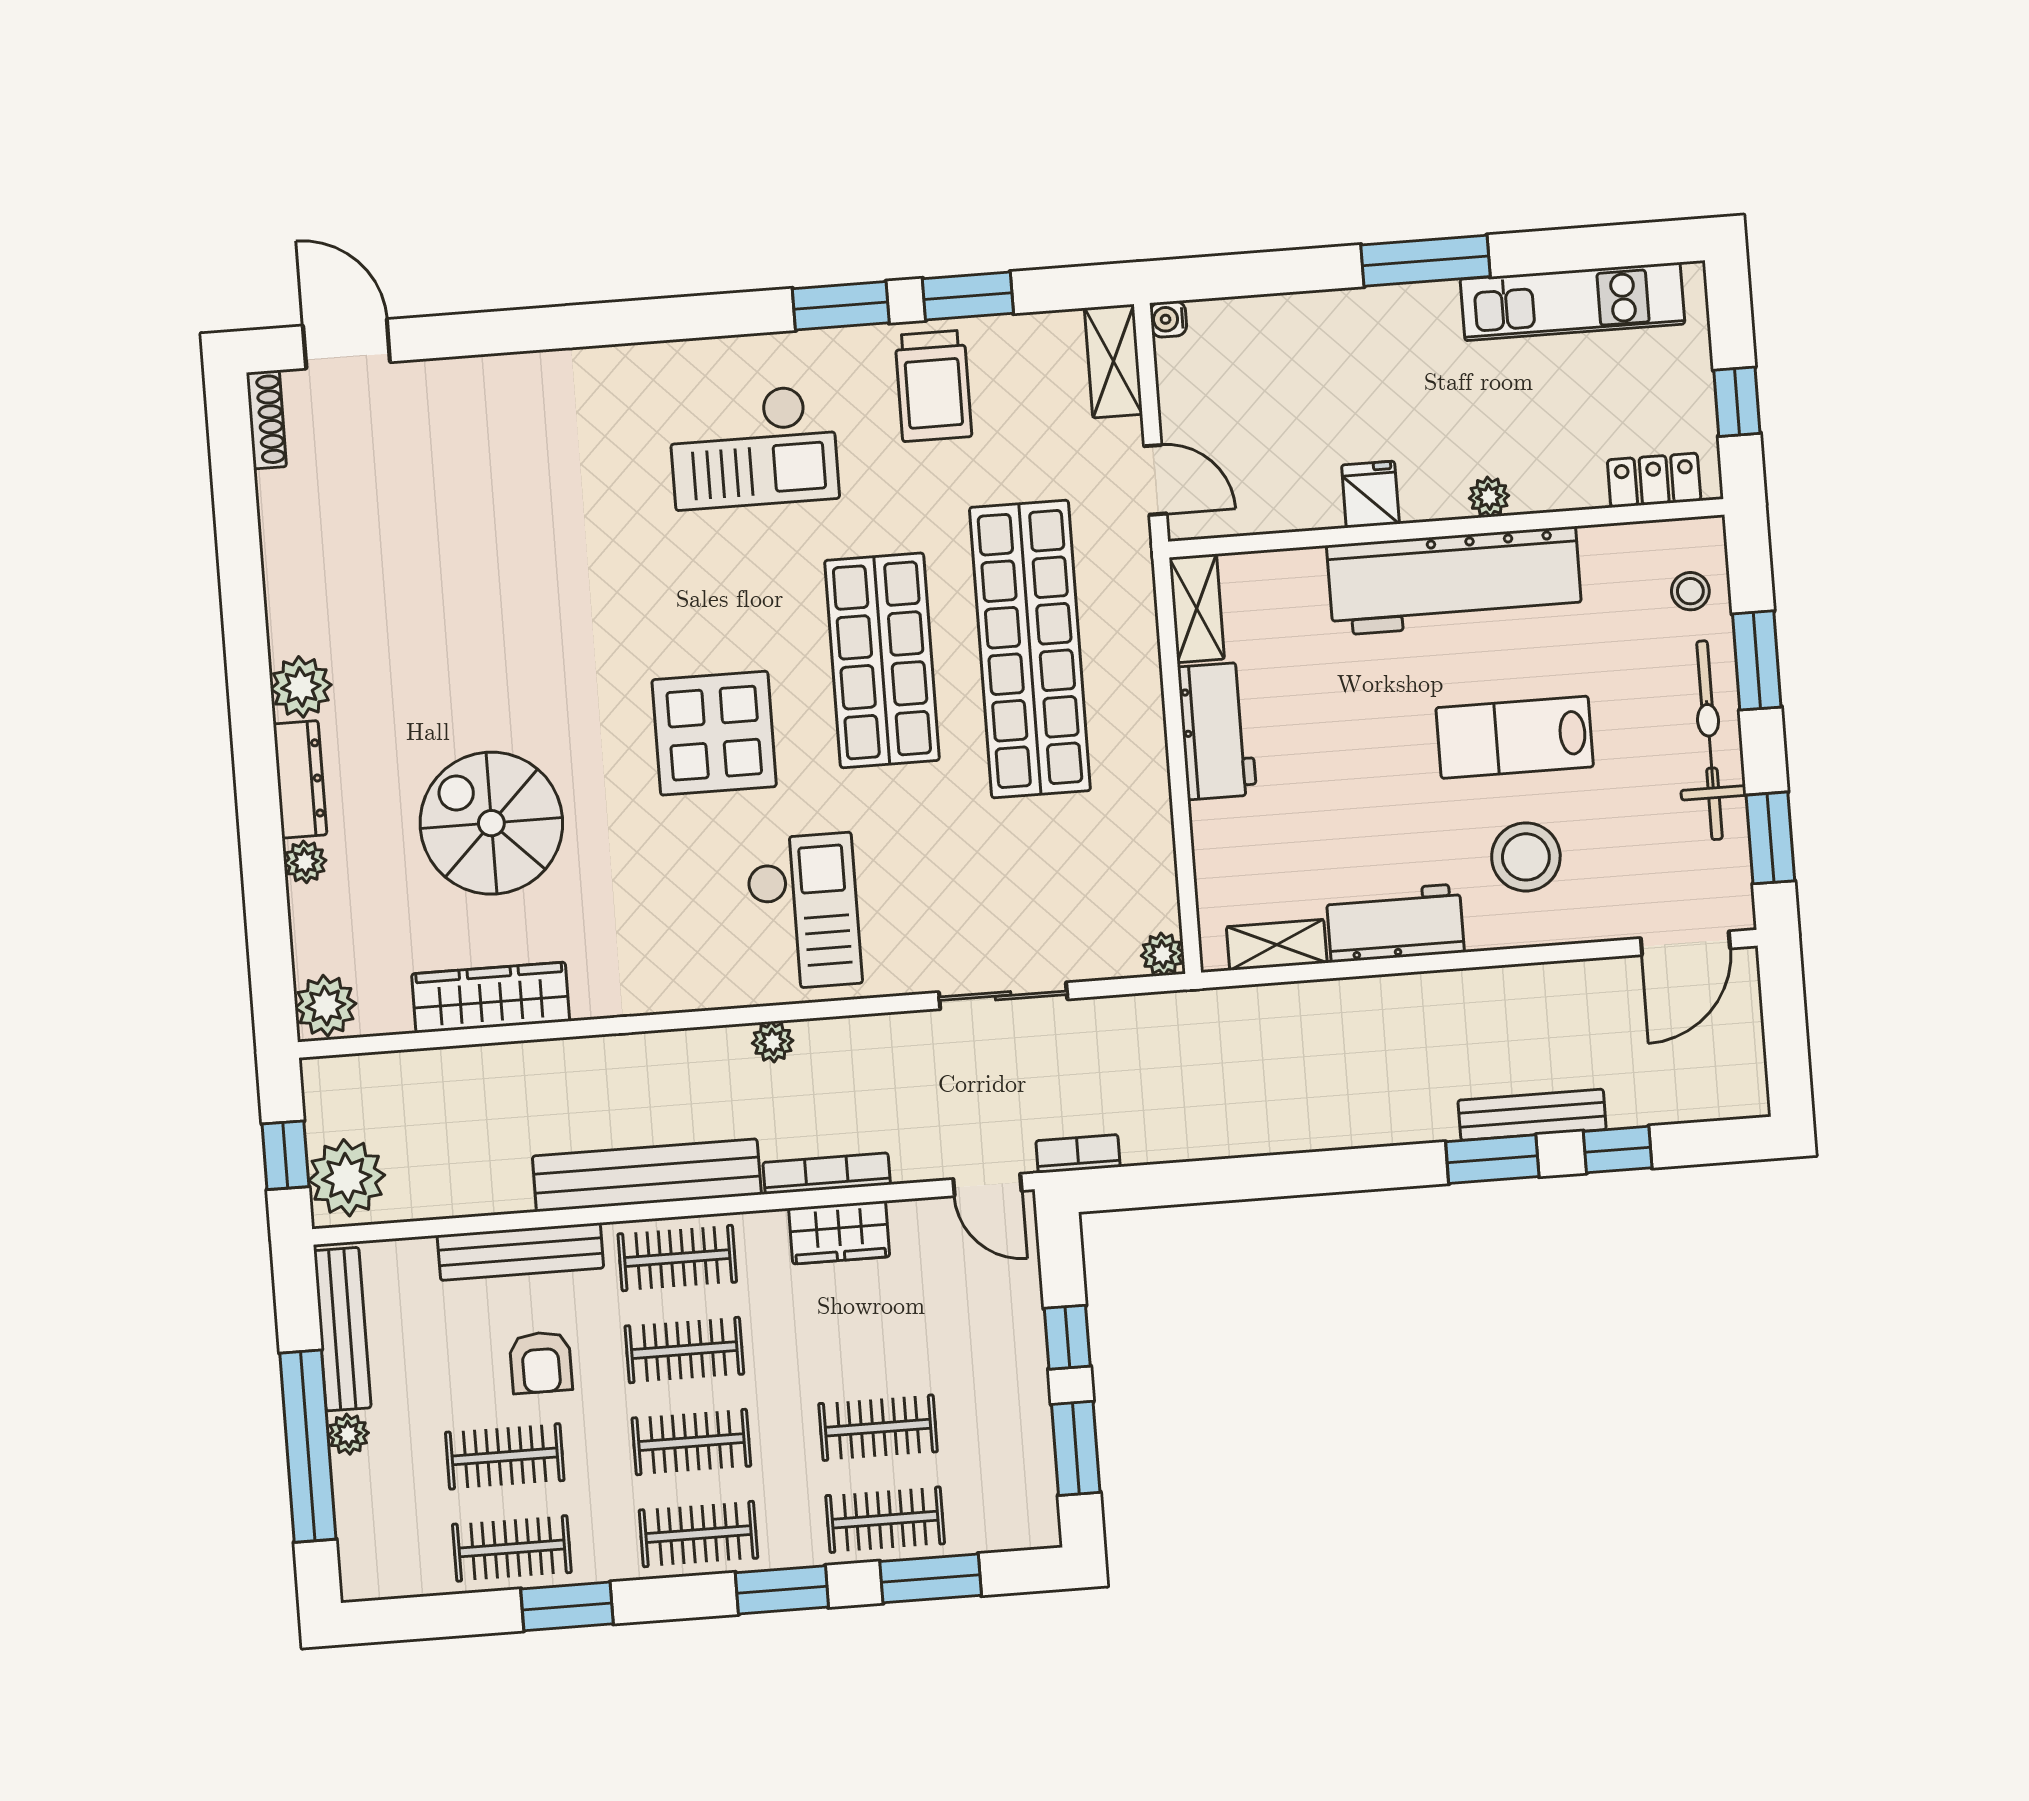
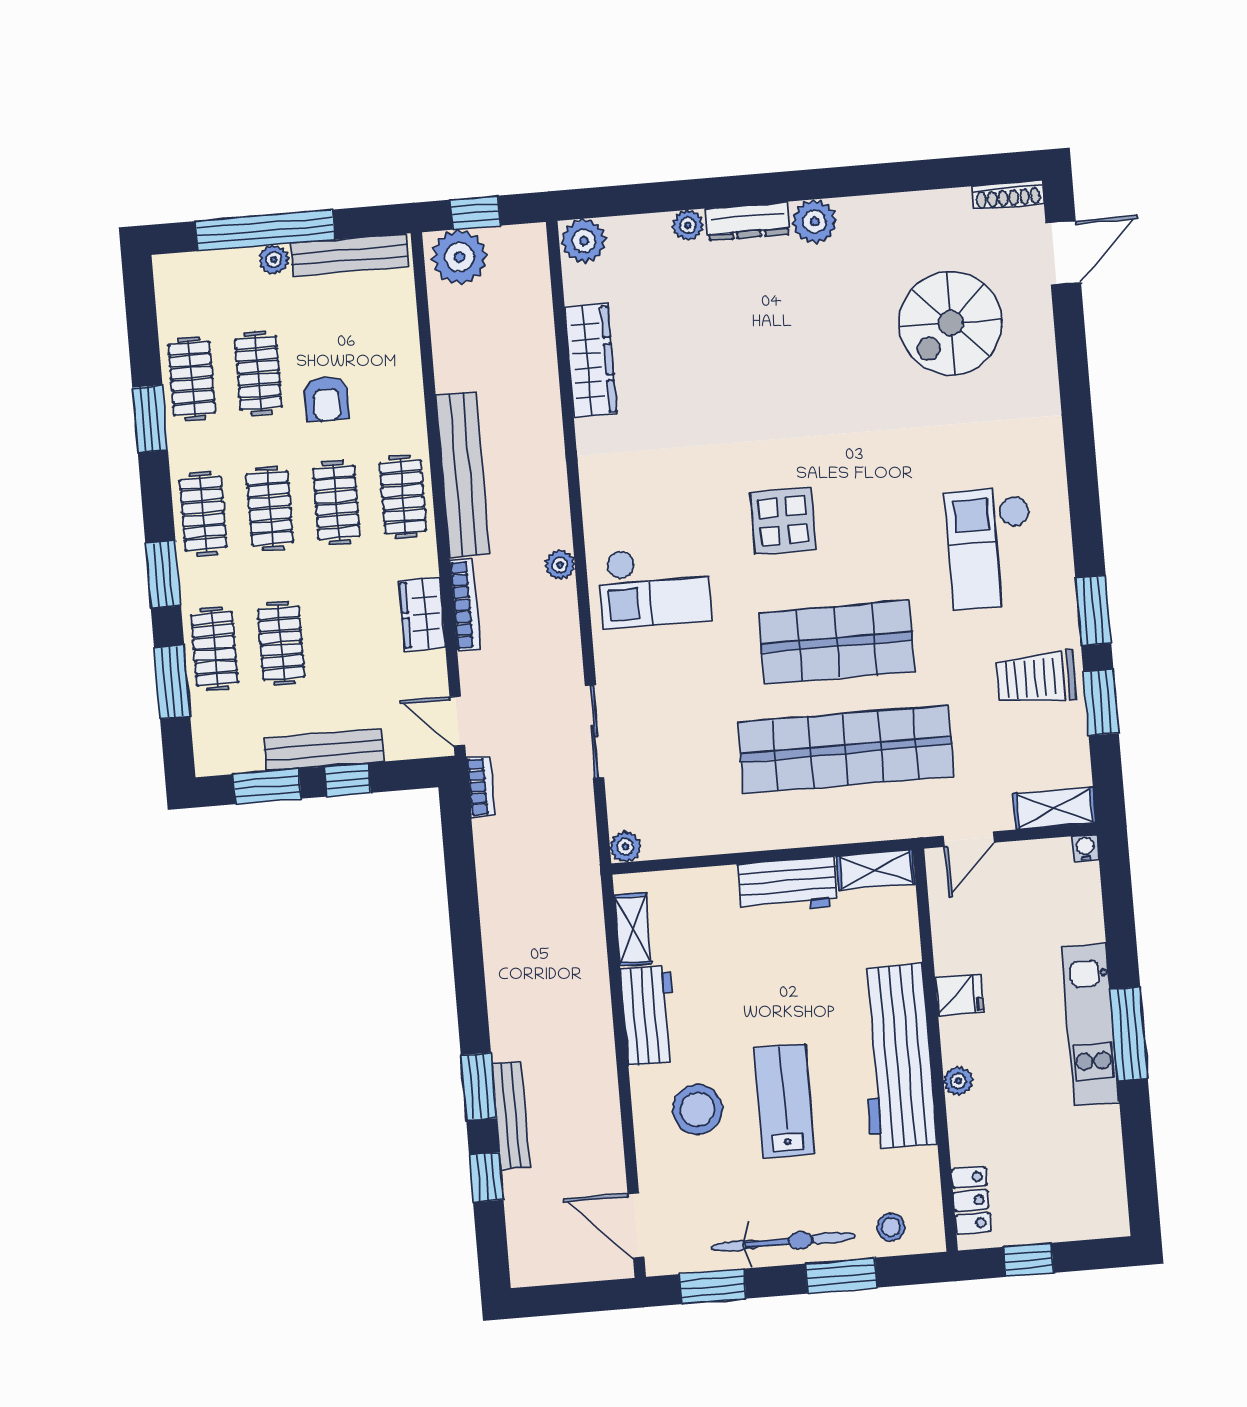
kitchen unit: (1572, 302) -> (1090, 1025), moved
display table: (714, 733) -> (783, 521), width x0.73, depth x0.73
spiral stairs: (491, 823) -> (950, 323), moved, turned 180
door: (987, 1185) -> (457, 721), hinge flipped
bench: (520, 1252) -> (324, 750), moved, turned 90
armchair: (541, 1362) -> (327, 399), turned -90

